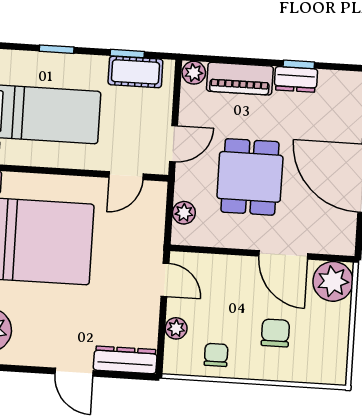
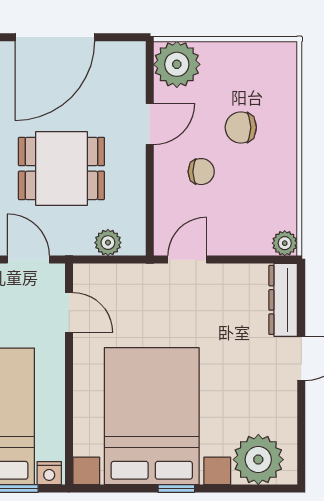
door: (283, 255) -> (150, 124), width x0.73
plant: (176, 328) -> (285, 243), moved
chair: (216, 355) -> (201, 172), moved, turned 180

